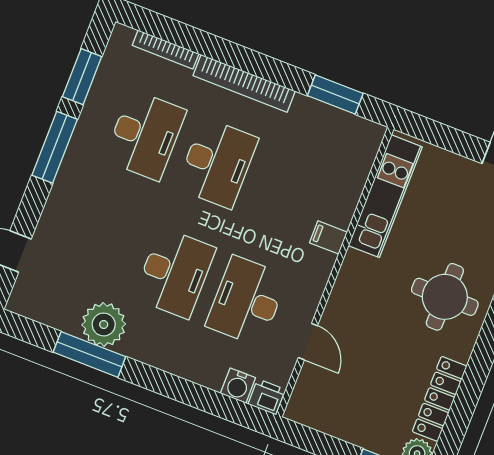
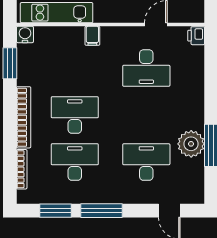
desk: (175, 273) -> (146, 162), moved
water cooler: (238, 386) -> (25, 34), moved, turned -90

